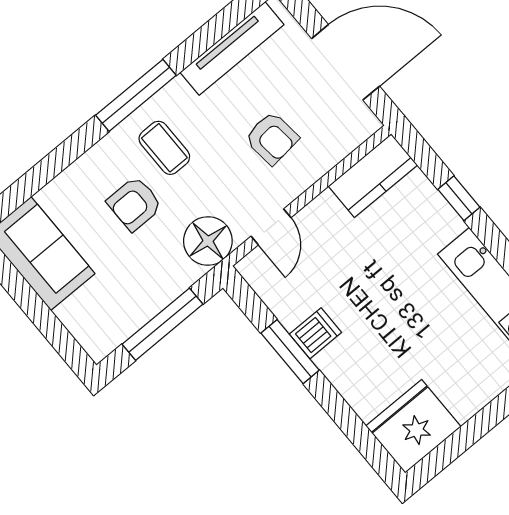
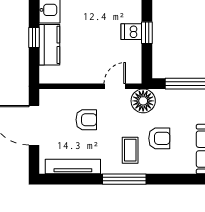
armchair: (272, 138) -> (86, 120), turned 96
kitchen counter: (373, 176) -> (49, 45), moved, turned 90
window: (290, 352) -> (147, 33), width x0.67

